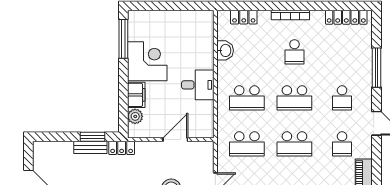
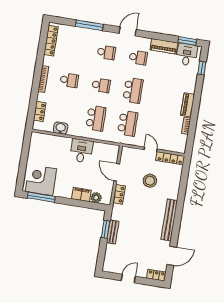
corner desk: (147, 61) -> (41, 180), moved
school desk: (294, 98) -> (101, 85), width x0.54
locker: (122, 148) -> (119, 194), moved

